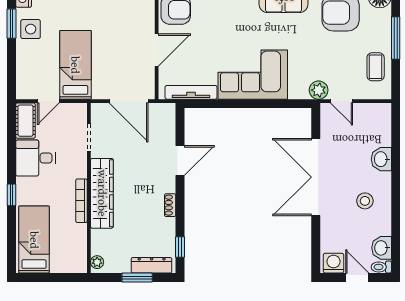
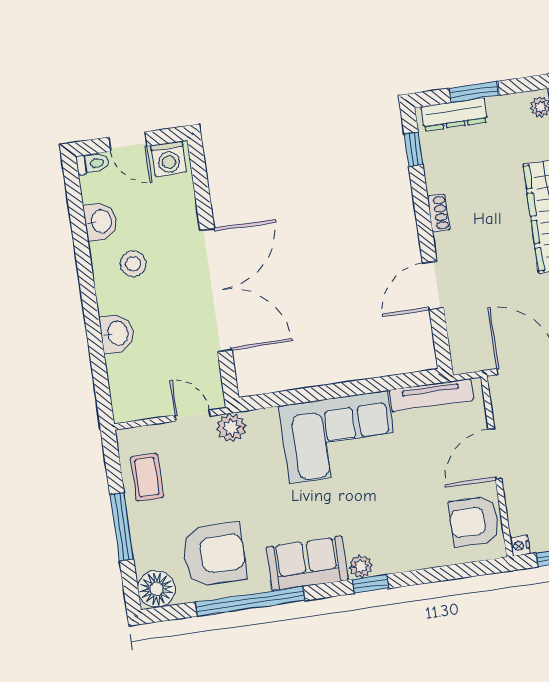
washbasin: (382, 248) -> (100, 221), moved

